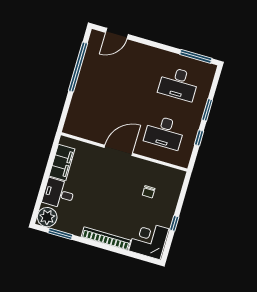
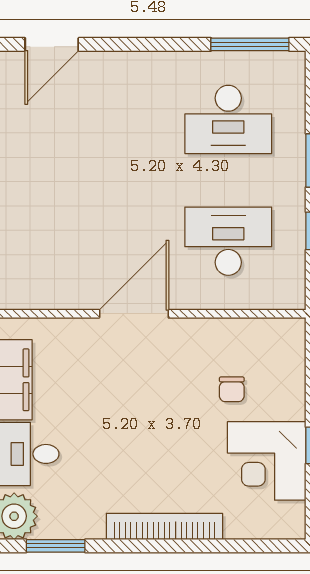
desk: (164, 132) -> (228, 241), turned 180
corner desk: (149, 240) -> (267, 461), moved, turned -90

